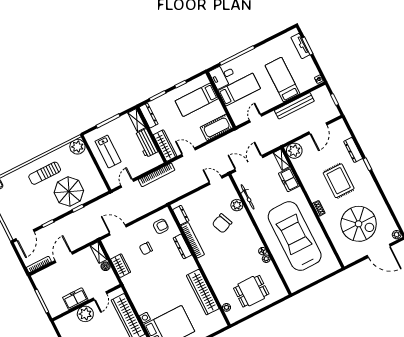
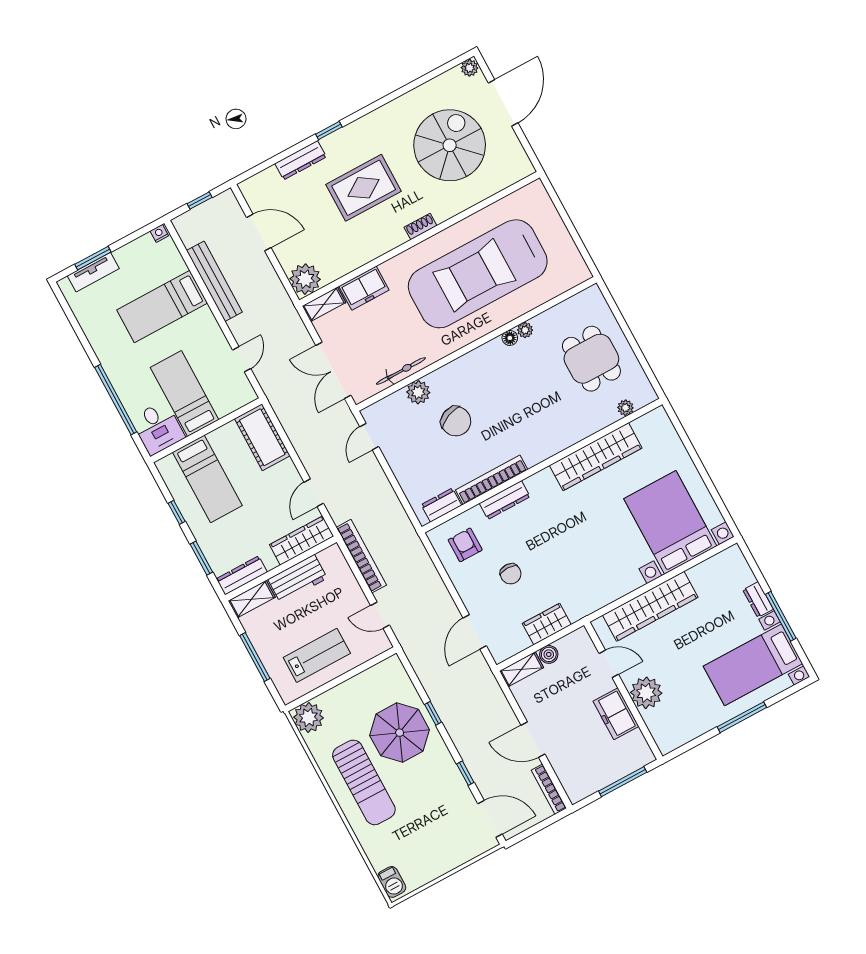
door: (255, 118) -> (242, 359), swing flipped
sun lounger: (45, 173) -> (364, 782), width x1.36, depth x1.34

